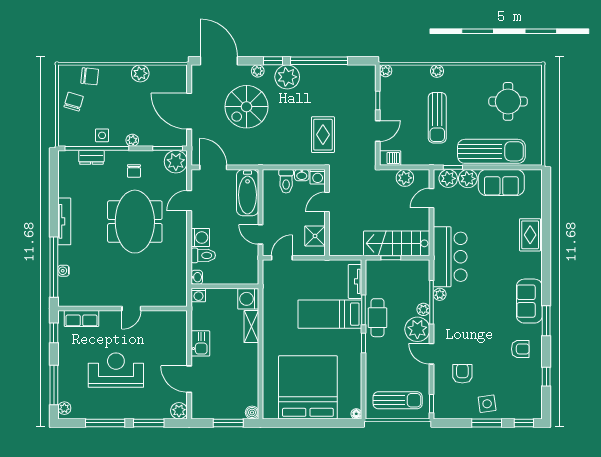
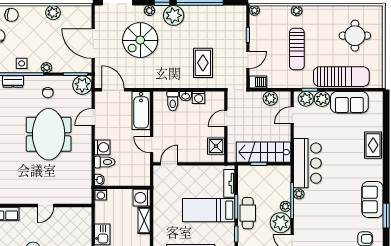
door: (327, 202) -> (226, 118), moved
wall: (327, 213) -> (226, 127), moved
shower: (315, 236) -> (216, 146), moved

